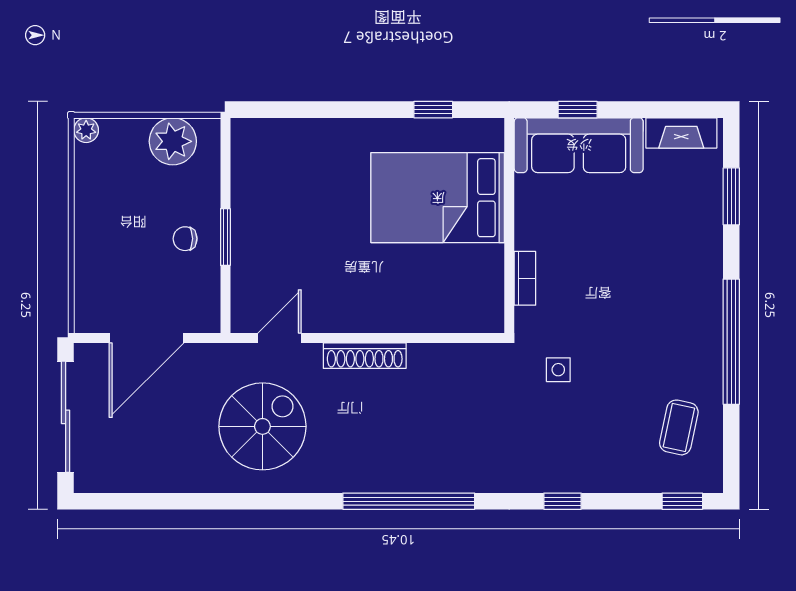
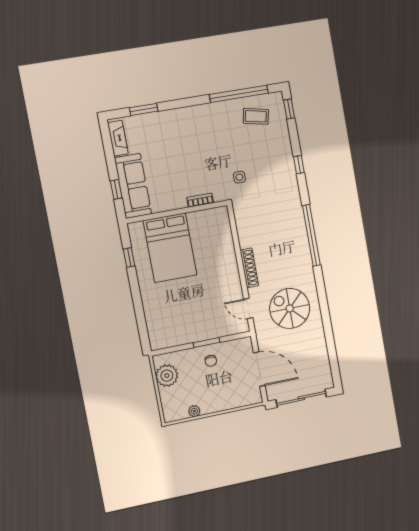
plant: (86, 130) -> (194, 411), moved
window: (731, 342) -> (239, 94), moved

